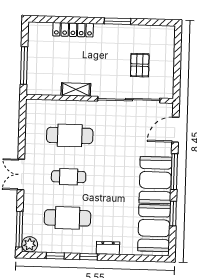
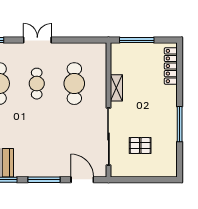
window: (117, 21) -> (180, 124), width x1.44
locker: (73, 30) -> (171, 66), moved
booth: (155, 180) -> (36, 163), removed

